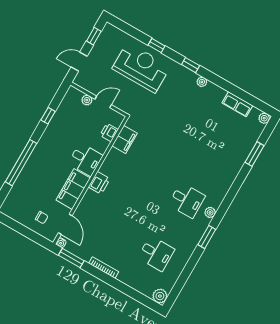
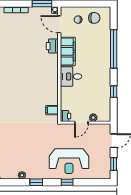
printer: (109, 132) -> (65, 116), moved
filing cabinet: (125, 140) -> (52, 110), width x0.50
printer: (99, 183) -> (52, 46), moved
chair: (23, 209) -> (94, 18), added

